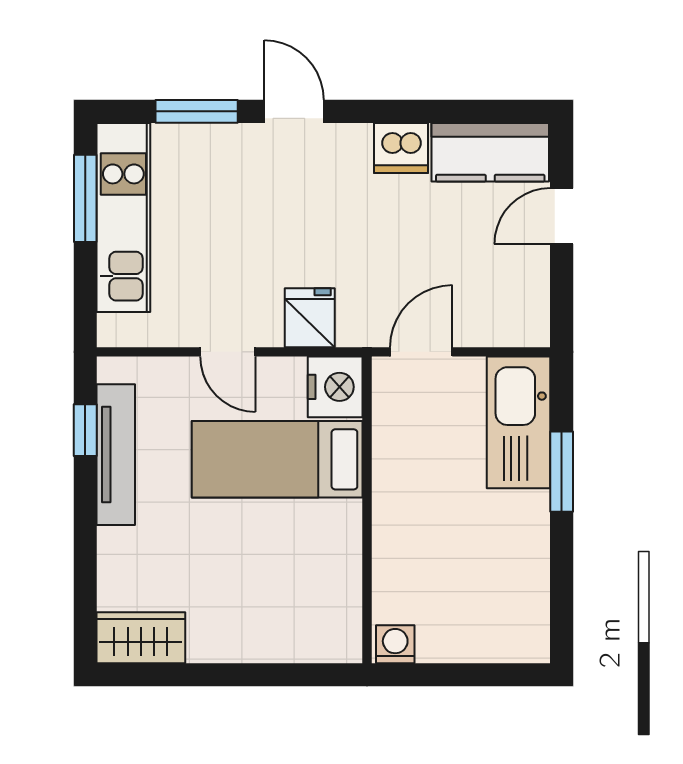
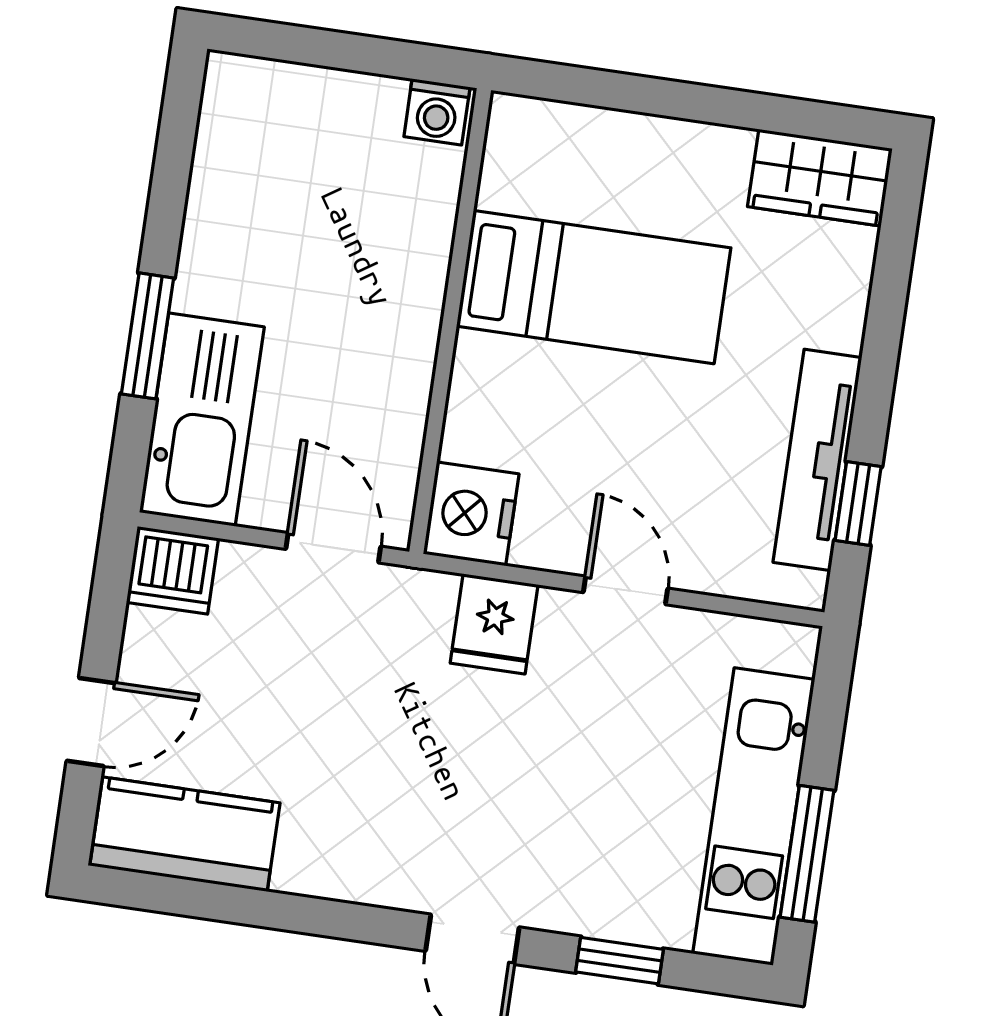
window: (197, 111) -> (619, 961), width x0.67
dishwasher: (401, 148) -> (172, 570), moved, turned 180
door: (421, 352) -> (333, 548), swing flipped
bed: (277, 459) -> (594, 287), moved

